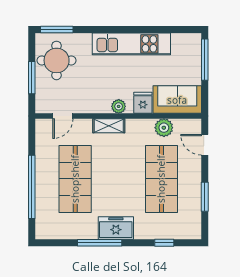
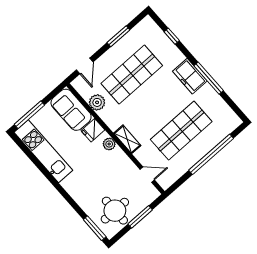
kitchen unit: (131, 44) -> (43, 151), moved

